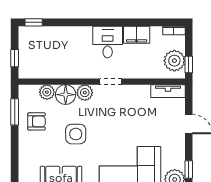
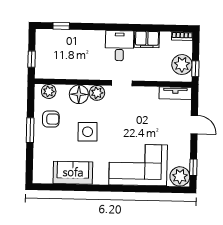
window: (34, 22) -> (61, 26), moved
plant: (47, 92) -> (49, 91), moved
window: (15, 112) -> (30, 130), moved

